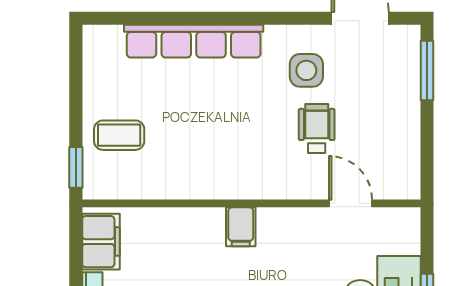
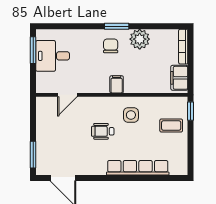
side table: (306, 70) -> (131, 115), moved
wheelchair: (317, 128) -> (103, 131), moved, turned 90
door: (350, 203) -> (67, 95), hinge flipped

